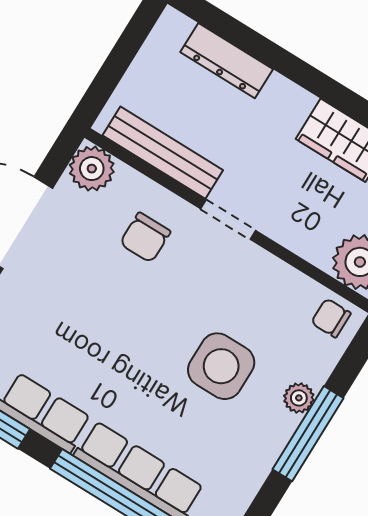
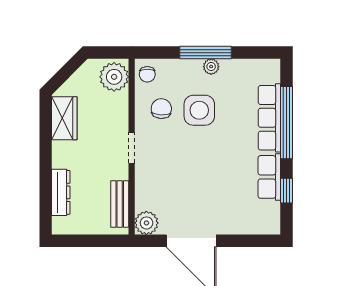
bench: (163, 153) -> (120, 204), width x0.73
chair: (145, 238) -> (161, 109), moved, turned -87
plant: (299, 398) -> (211, 67), moved

